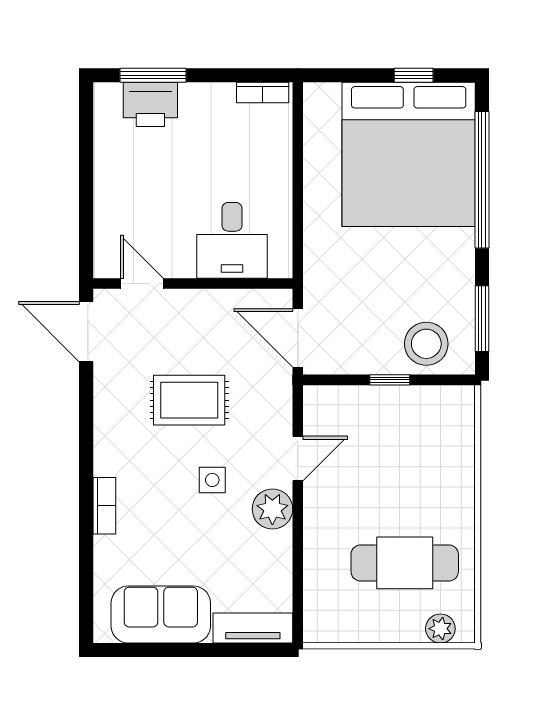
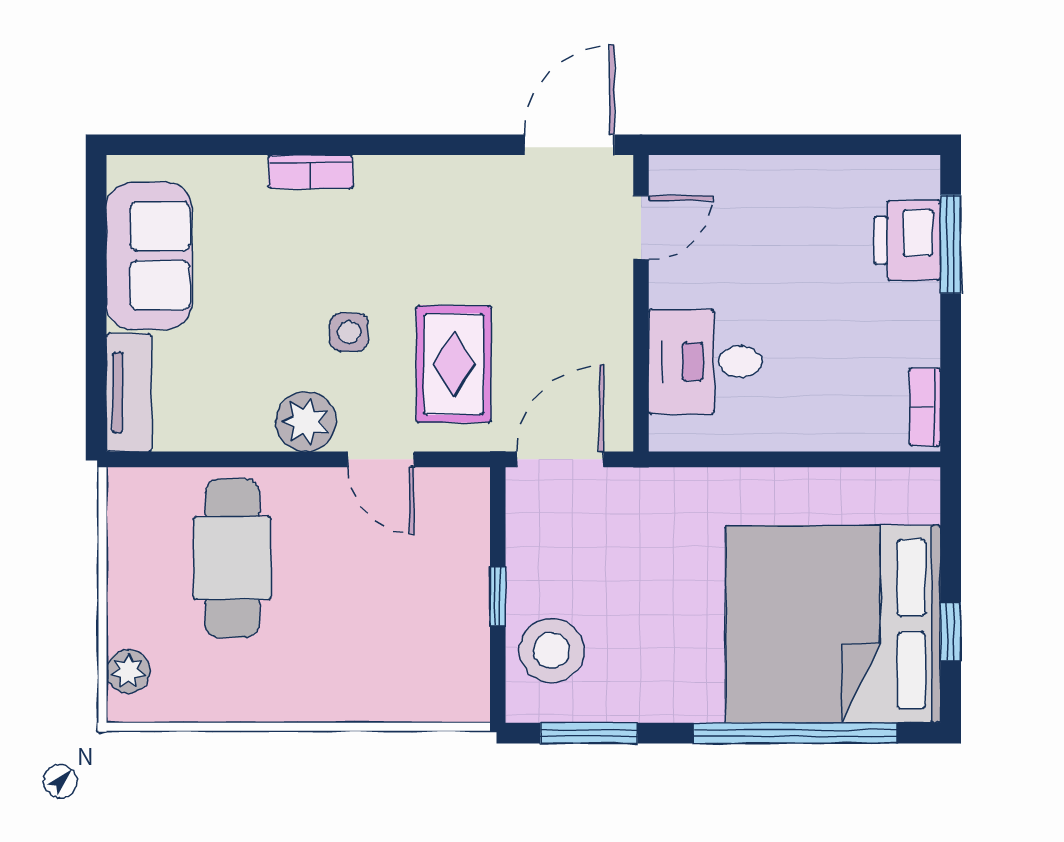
rug: (189, 400) -> (454, 364), moved
cafe table: (405, 563) -> (232, 558), moved

